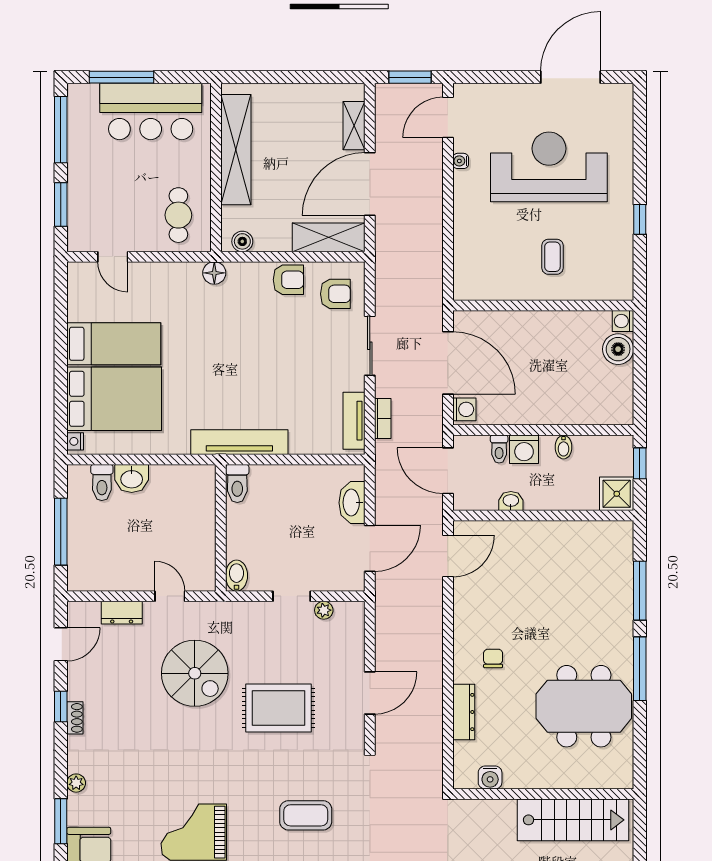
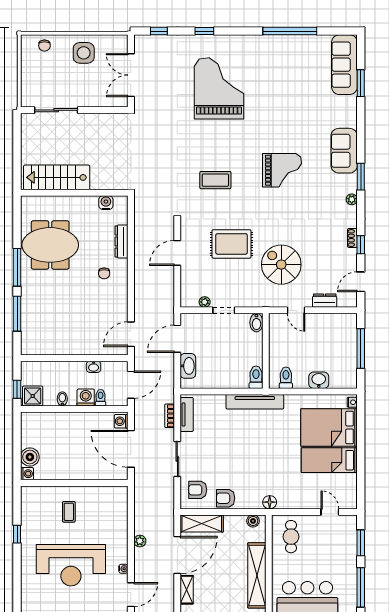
plant: (433, 208) -> (140, 541), added
door: (448, 471) -> (131, 385), hinge flipped
toilet: (102, 483) -> (286, 378), moved
shower: (617, 494) -> (33, 396), moved

